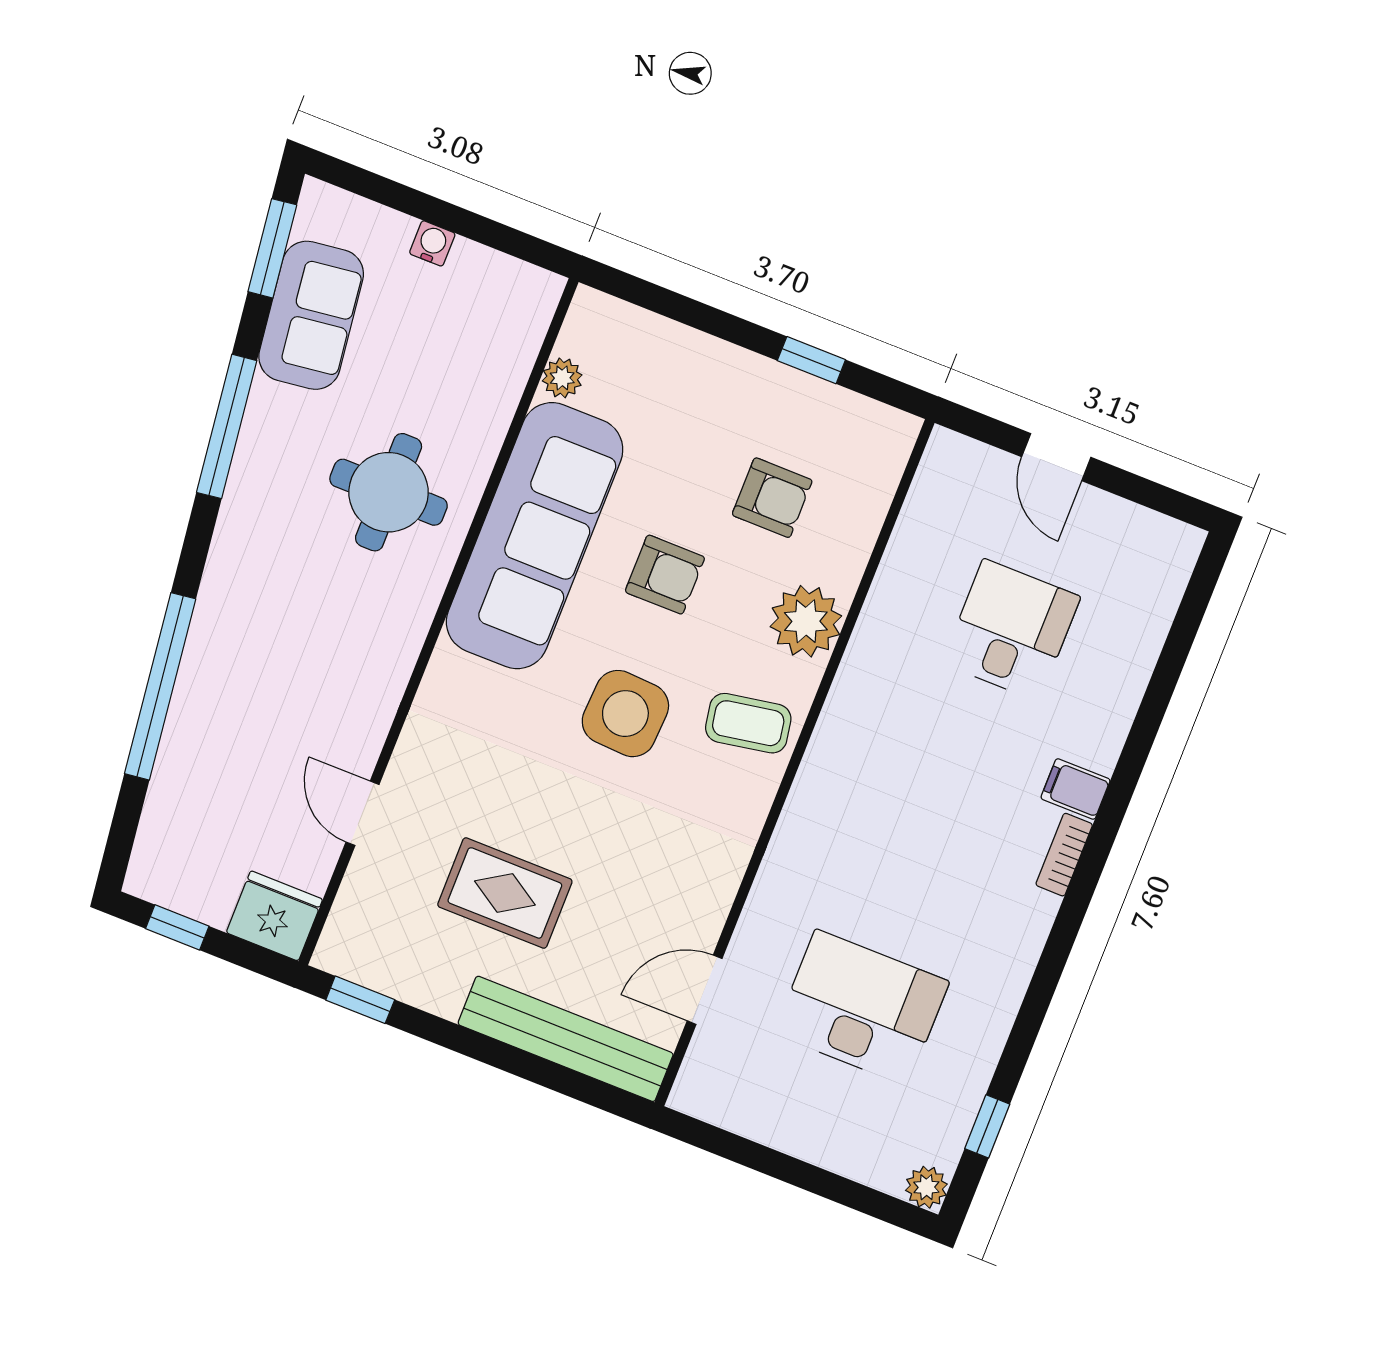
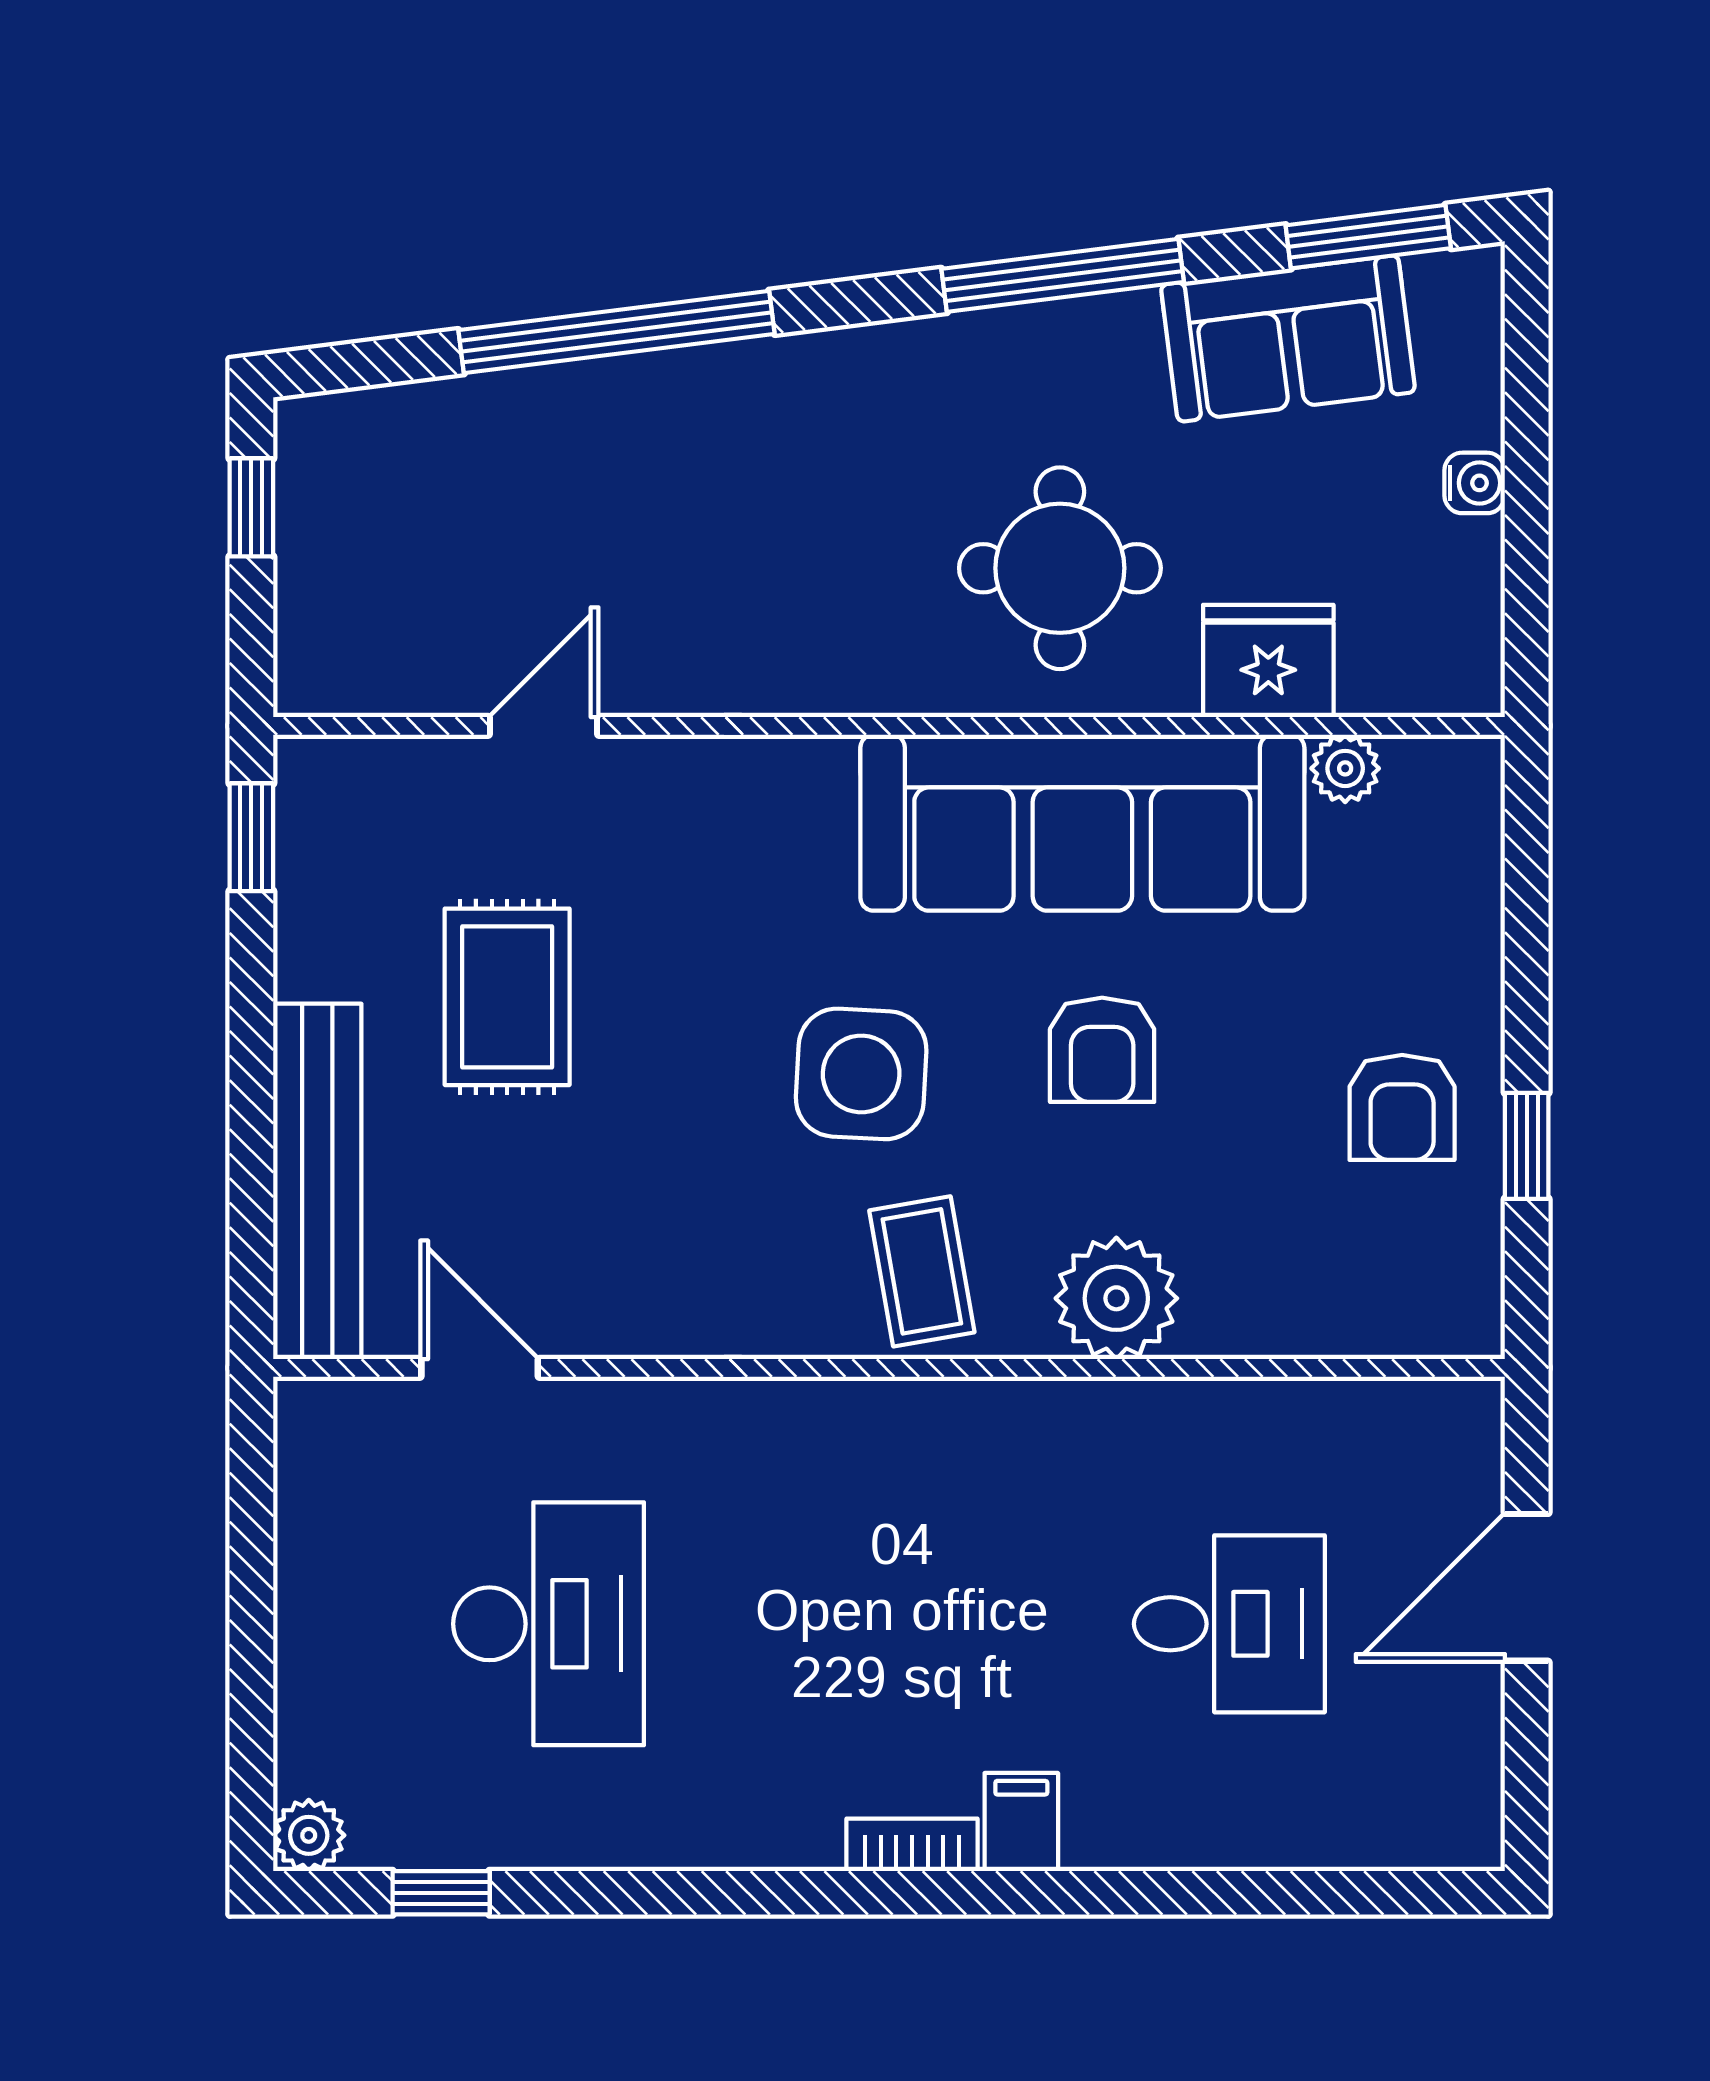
door: (1056, 457) -> (1527, 1587), width x1.38
armchair: (772, 498) -> (1402, 1107), moved
fridge: (274, 916) -> (1268, 661), moved, turned -90

